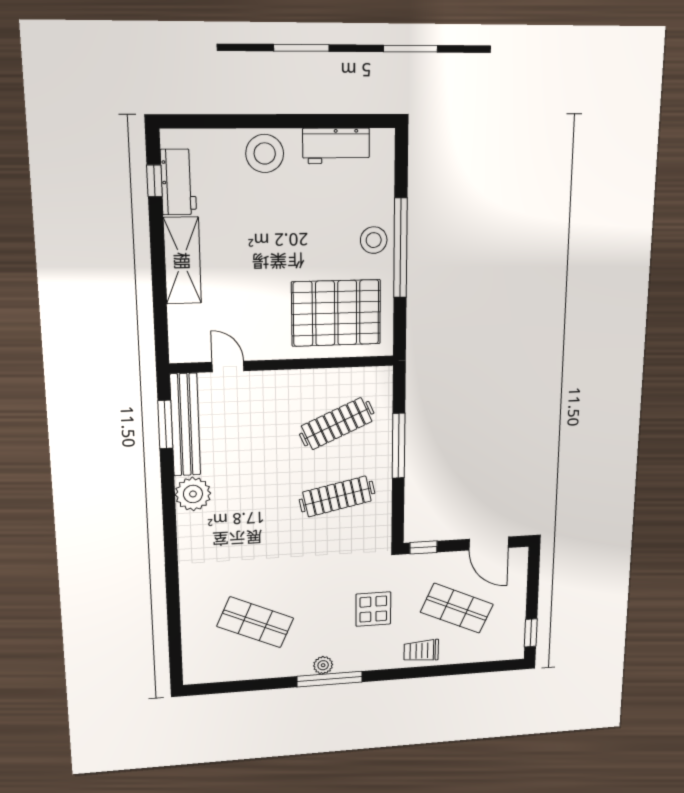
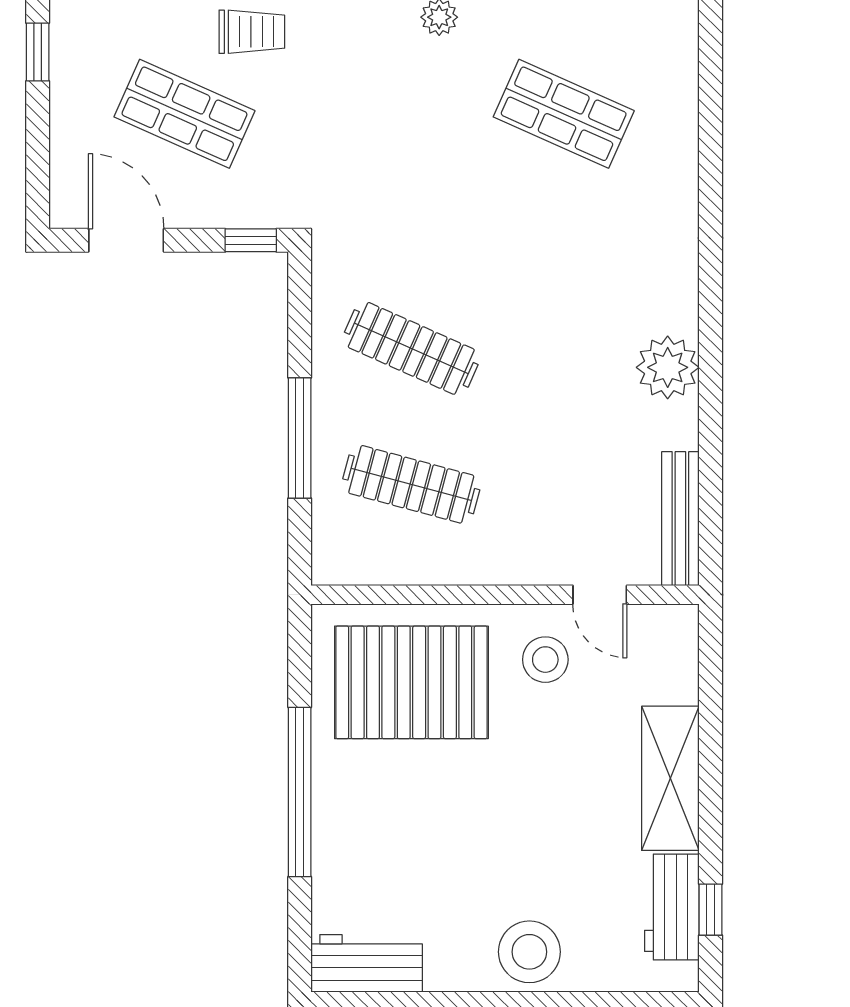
workbench: (336, 146) -> (367, 963), moved
stool: (374, 240) -> (545, 660), moved
clothes rail: (337, 424) -> (411, 484), turned 39
window: (165, 425) -> (710, 496), removed
bench: (185, 425) -> (680, 519), width x0.73, depth x0.82
clothes rail: (337, 496) -> (411, 348), turned 36
display table: (373, 609) -> (344, 124), removed

